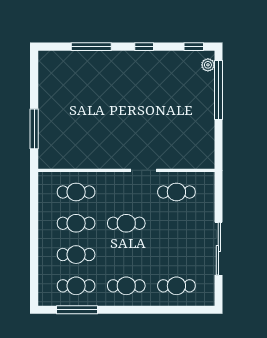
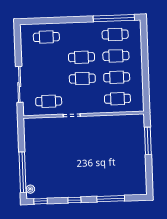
sliding door: (218, 249) -> (19, 84), moved
cafe table: (126, 286) -> (82, 57), moved
window: (77, 310) -> (114, 18), width x1.46

